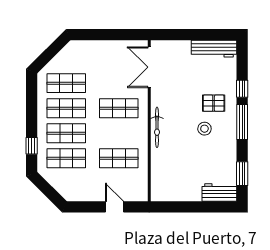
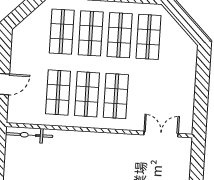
double door: (149, 67) -> (161, 134), width x0.73
bicycle: (157, 127) -> (29, 135), moved
shop shelf: (119, 133) -> (87, 94), added

